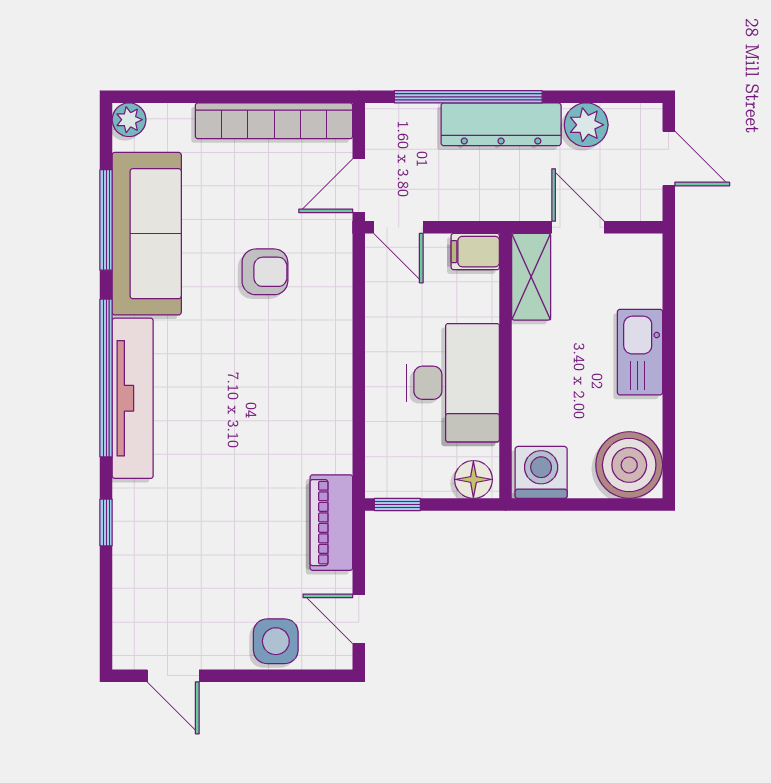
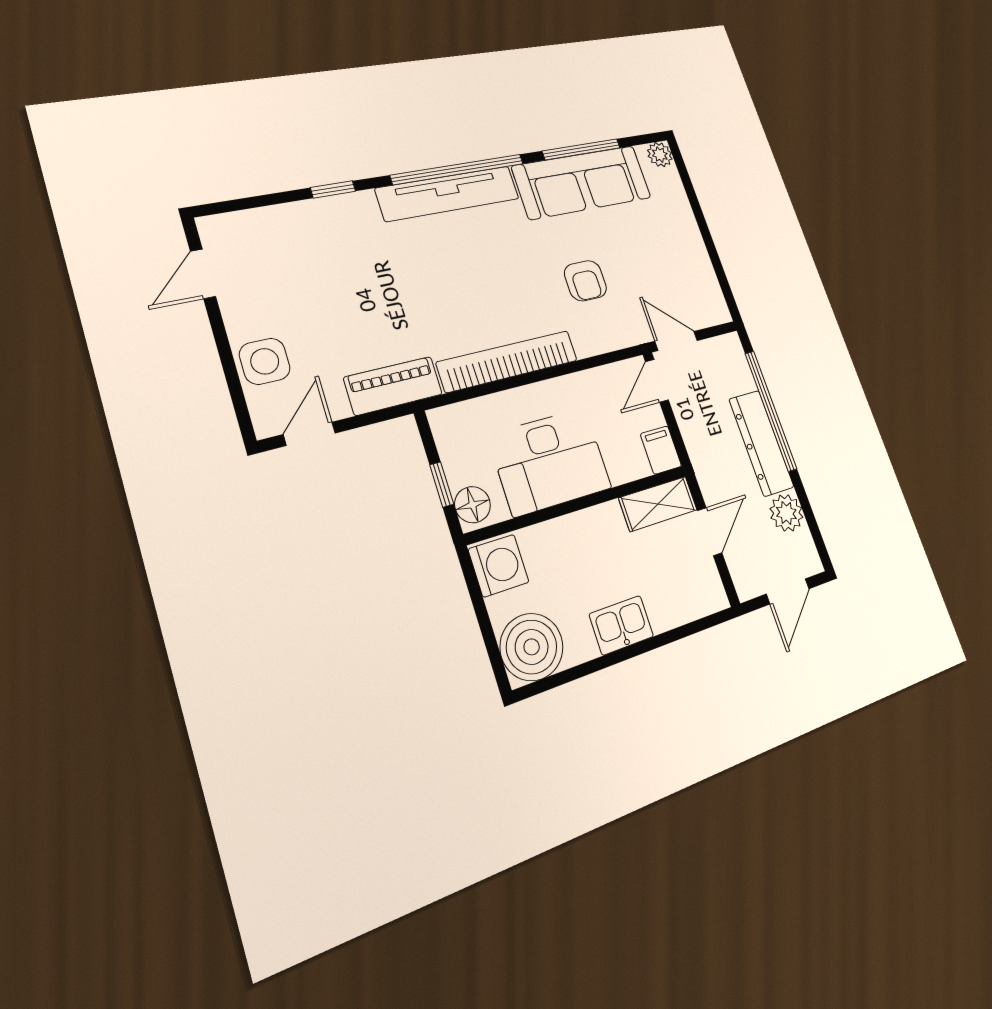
bookcase: (274, 121) -> (508, 361), moved, turned 90
kitchen sink: (640, 352) -> (621, 625), width x0.73
window: (397, 504) -> (442, 485), moved

